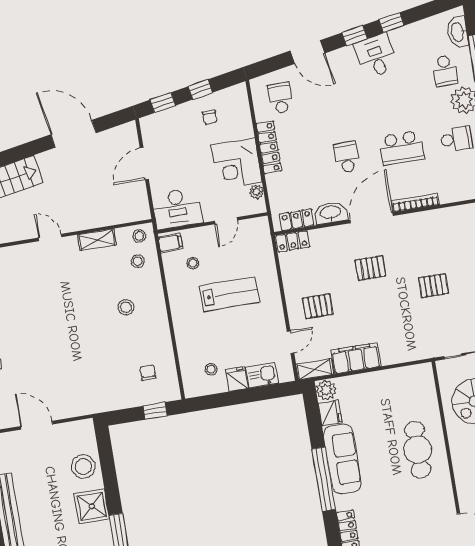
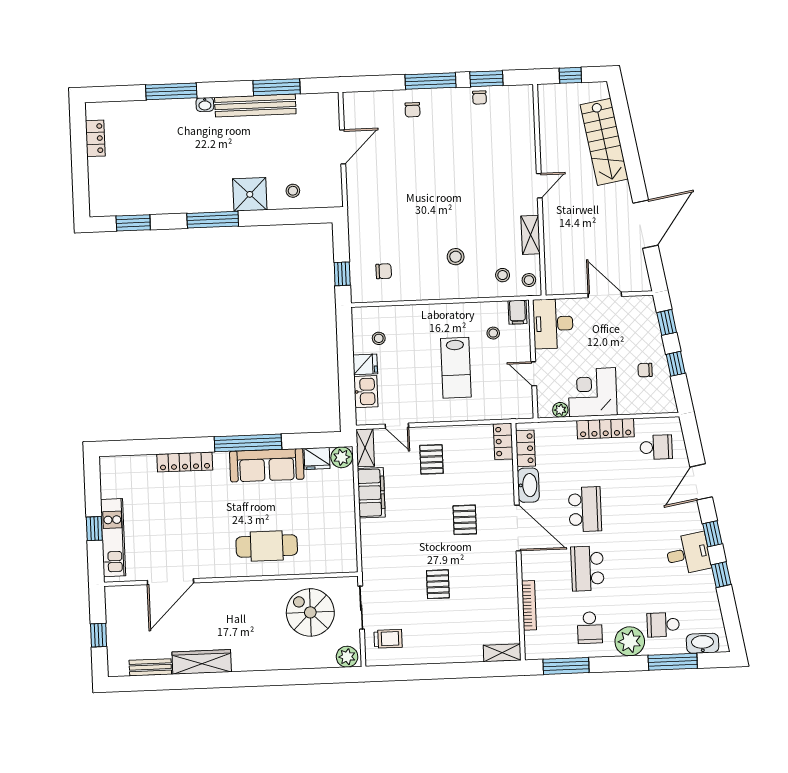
school desk: (346, 157) -> (585, 509), width x1.85
bookcase: (416, 203) -> (529, 605), moved
stool: (83, 467) -> (293, 191), width x0.53, depth x0.53

